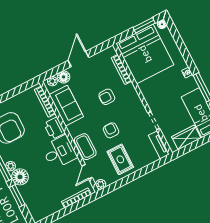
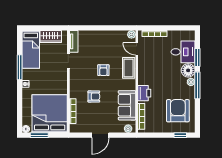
floor lamp: (64, 77) -> (118, 127), removed
desk: (59, 152) -> (183, 52), moved, turned 180
rug: (120, 159) -> (108, 45), removed
door: (87, 172) -> (137, 49), swing flipped

